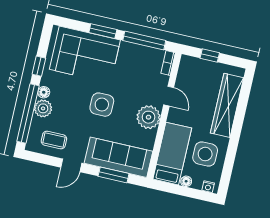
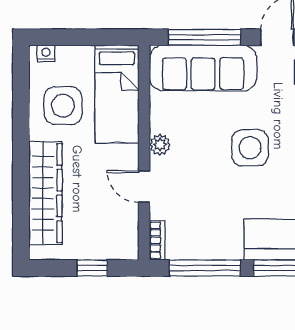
plant: (148, 117) -> (160, 145), width x0.53, depth x0.53
window: (114, 175) -> (205, 37), width x1.44
floor lamp: (186, 181) -> (84, 54), removed

